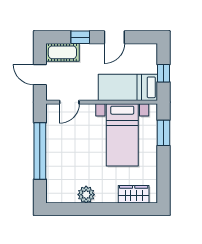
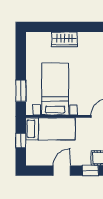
wardrobe: (134, 194) -> (64, 39), moved
plant: (86, 195) -> (85, 39), removed

